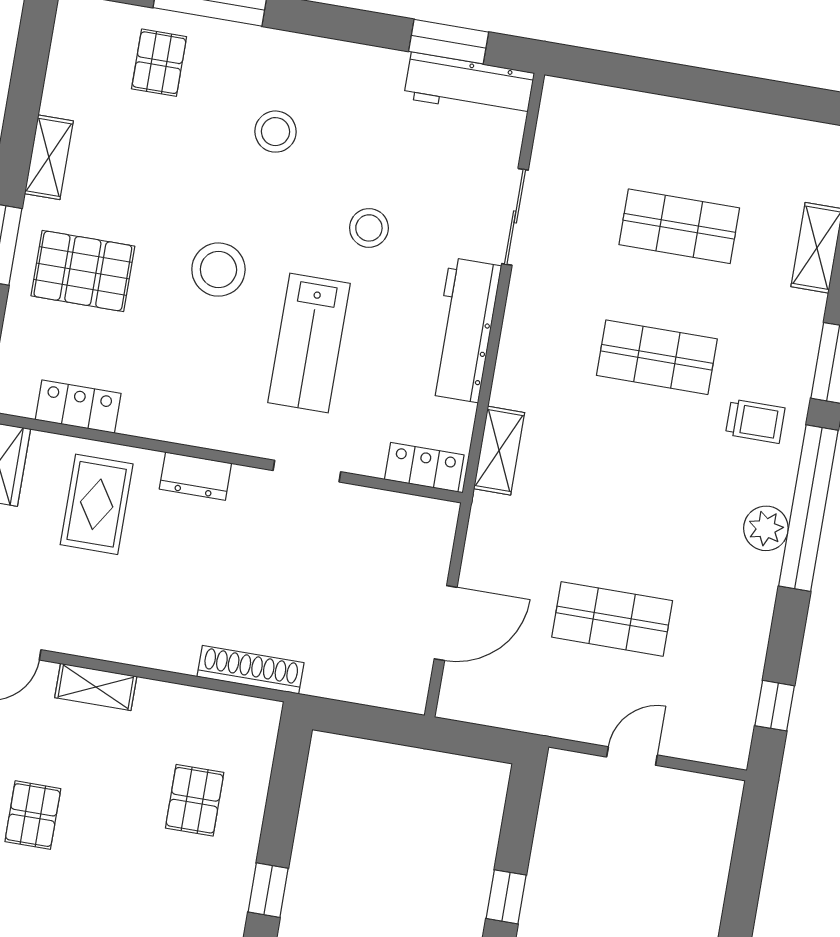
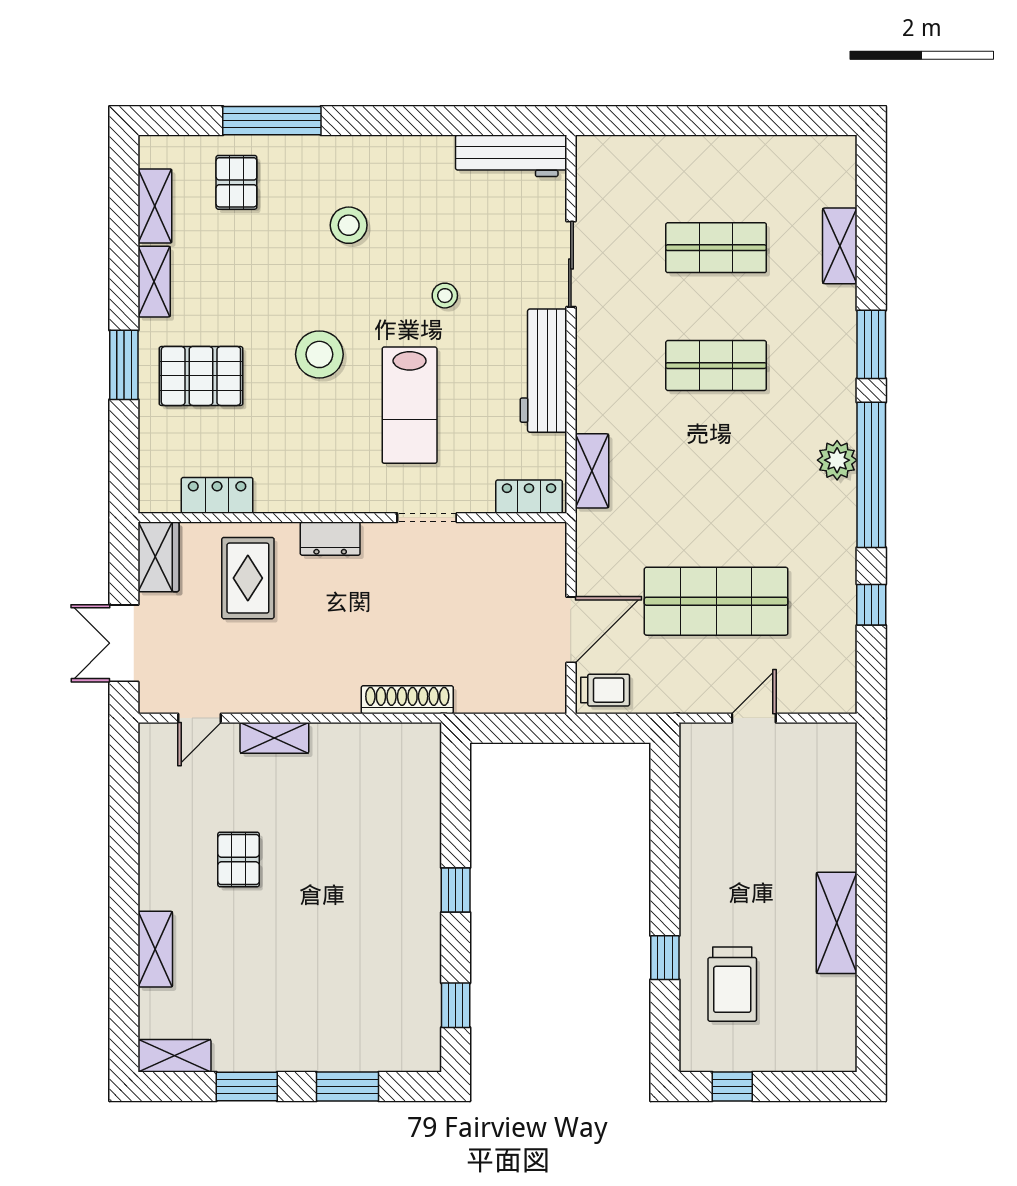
window: (449, 42) -> (487, 121), removed
shelving: (64, 73) -> (155, 206), added
stool: (369, 228) -> (445, 296), width x0.73, depth x0.73
trolley: (755, 421) -> (605, 690), moved
plant: (766, 528) -> (837, 460), moved
shop shelf: (612, 619) -> (716, 601), width x1.43, depth x1.36
window: (775, 706) -> (871, 605), moved
pallet: (195, 800) -> (378, 822), removed
window: (506, 897) -> (665, 860), removed

